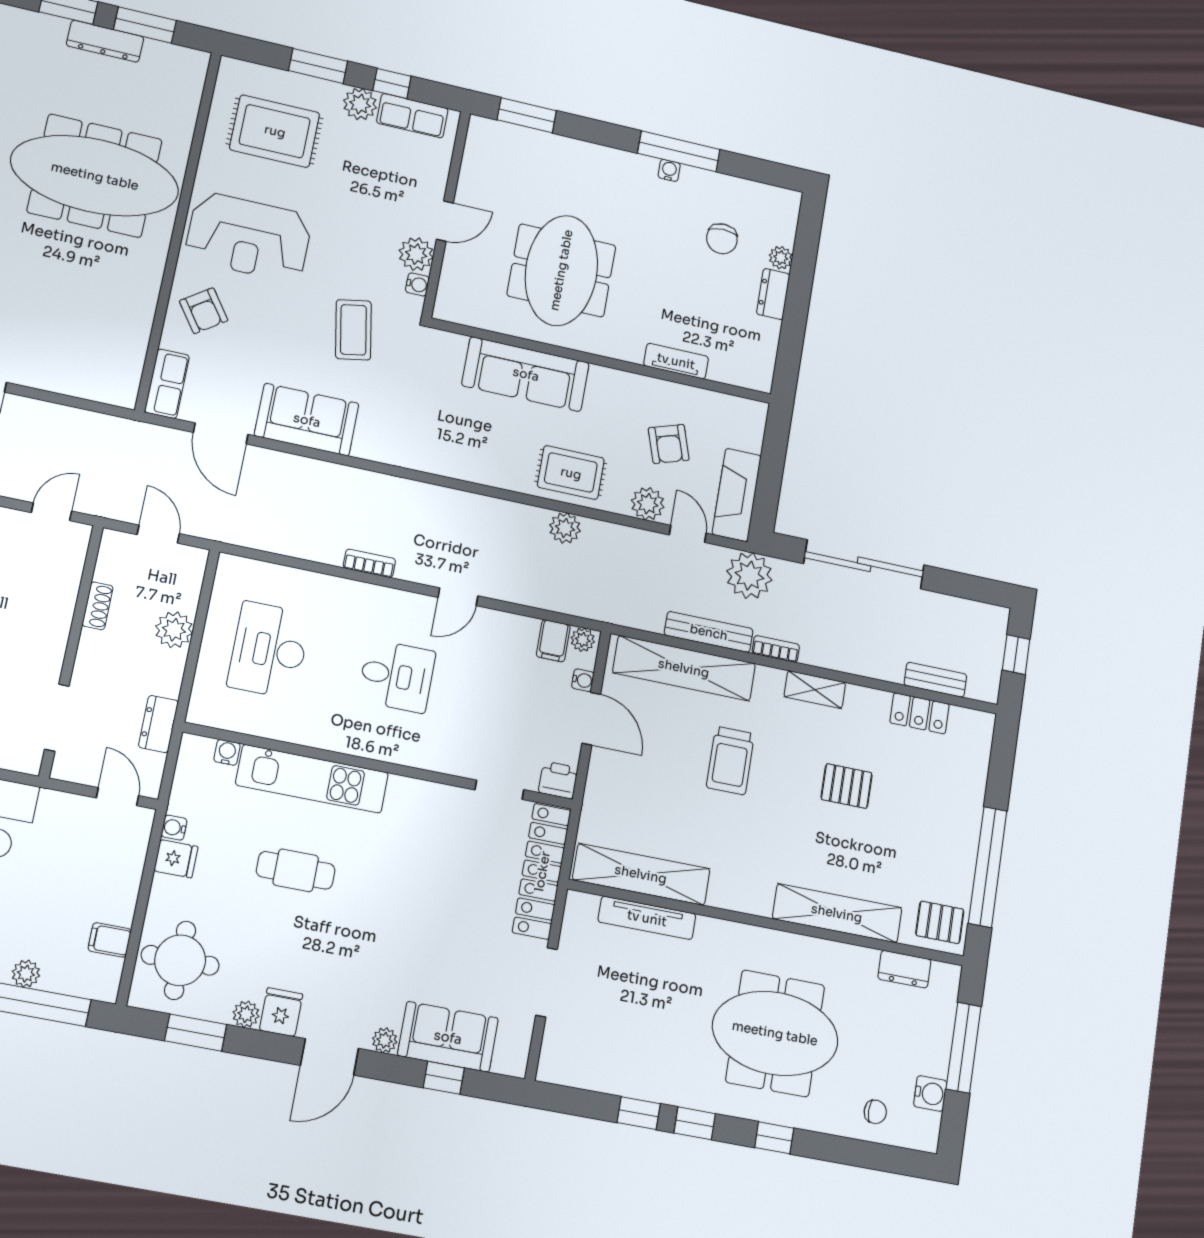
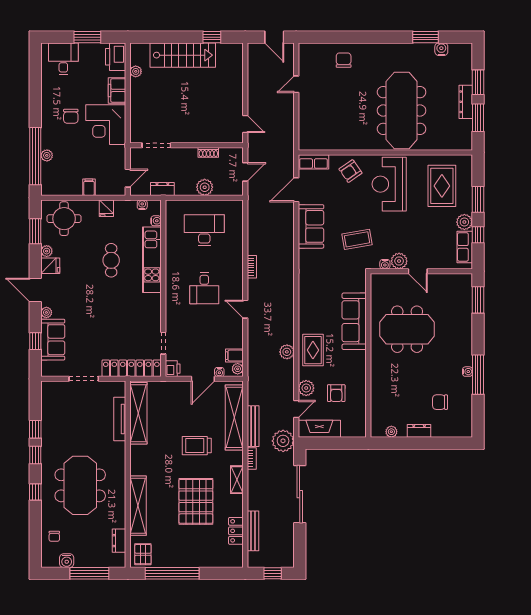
plant: (781, 258) -> (391, 432), moved
tv unit: (676, 361) -> (376, 390), removed
armchair: (669, 444) -> (336, 393), turned -72
bench: (935, 680) -> (253, 531), width x1.36
pallet: (847, 786) -> (196, 501), width x2.05, depth x2.00
water cooler: (174, 828) -> (142, 205), moved
filing cabinet: (110, 940) -> (89, 187), moved

